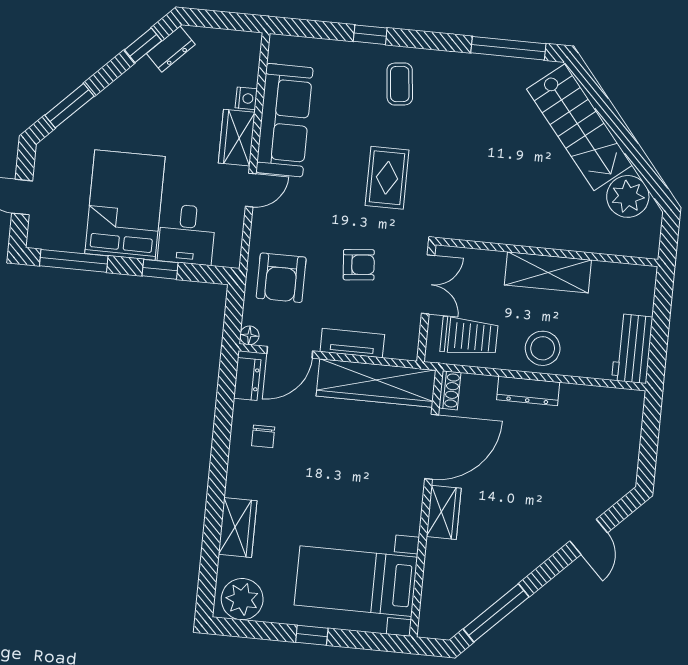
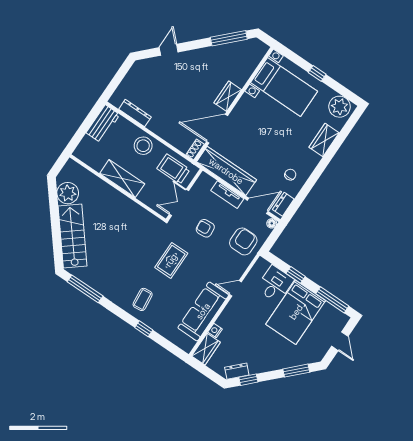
wardrobe: (237, 138) -> (206, 349), moved
dresser: (528, 391) -> (135, 113), moved

